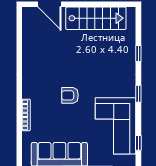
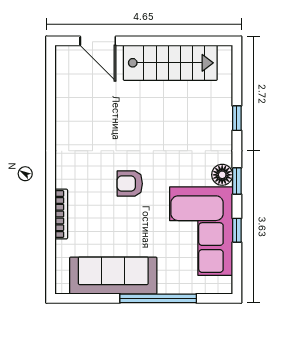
floor lamp: (129, 90) -> (222, 175), added
window: (138, 143) -> (237, 230), moved

